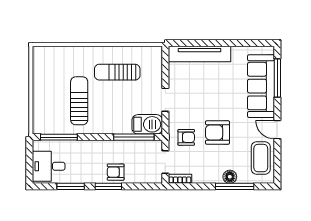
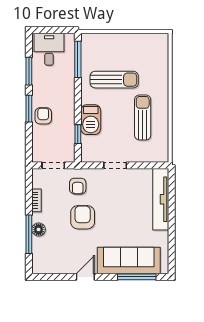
barbecue: (147, 124) -> (91, 120), moved
window: (134, 137) -> (78, 134), width x0.46
coffee table: (261, 158) -> (57, 260), removed
bookcase: (180, 179) -> (36, 200), moved

